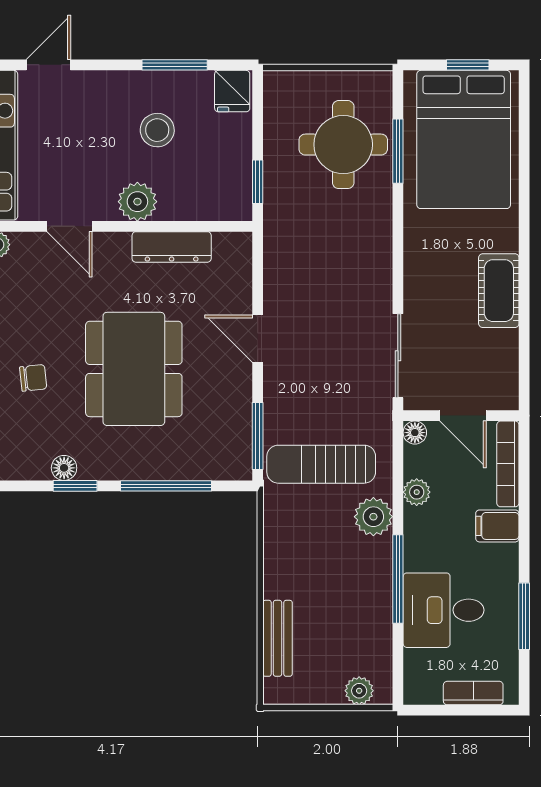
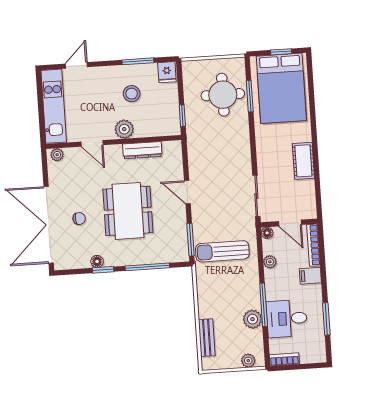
plant: (373, 517) -> (253, 319), moved
bookcase: (473, 693) -> (284, 359), moved

